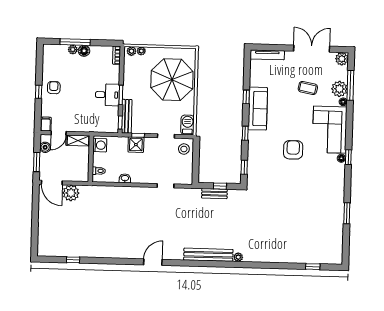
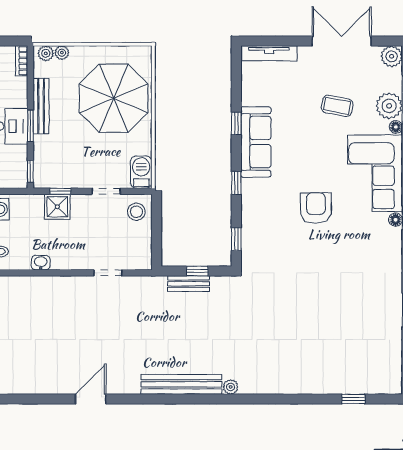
bench: (127, 116) -> (41, 106), moved

